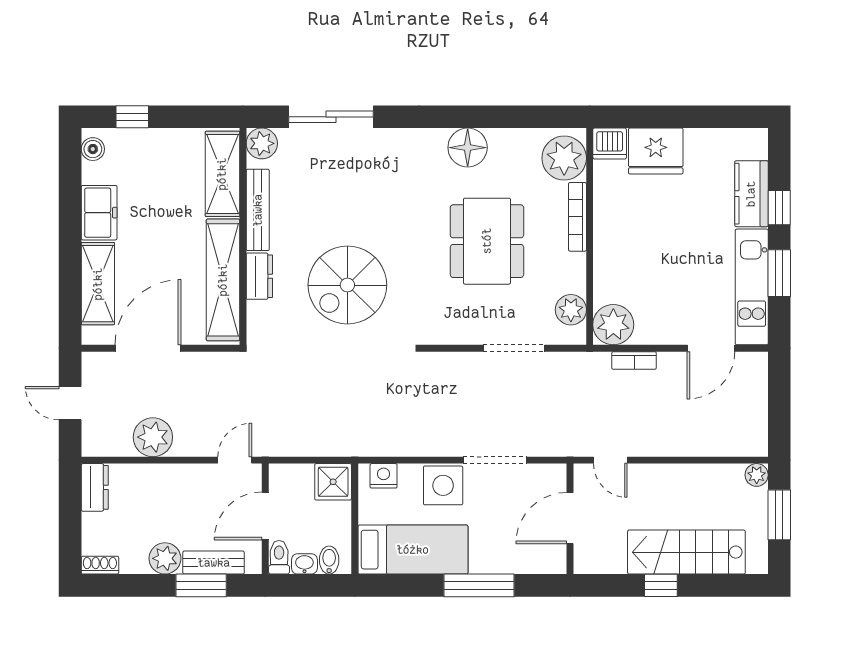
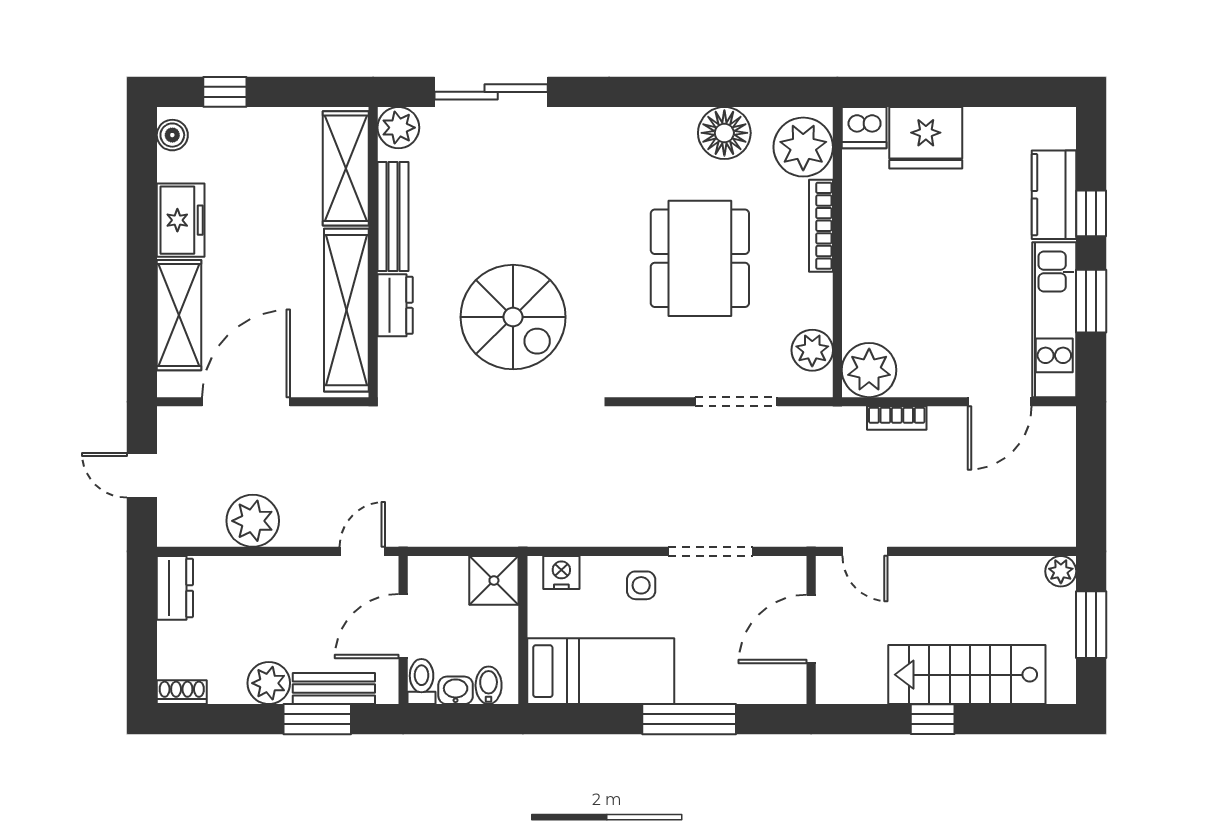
floor lamp: (468, 148) -> (724, 133), moved
spiral stairs: (347, 285) -> (513, 317), turned -90
side table: (443, 485) -> (641, 585), width x0.54, depth x0.54

